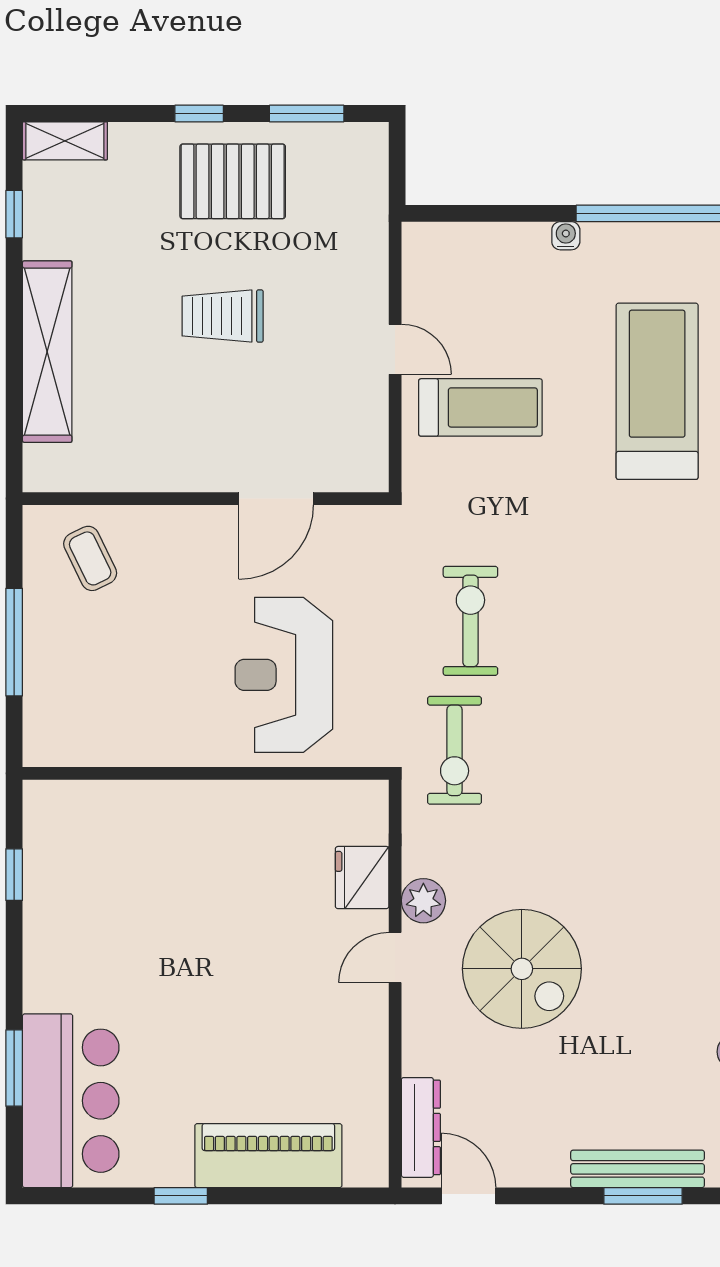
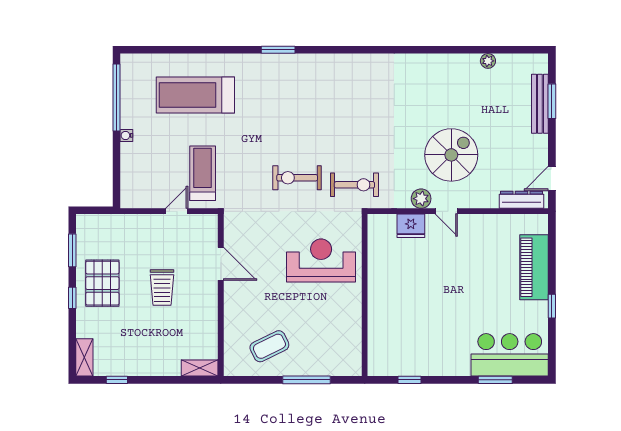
shelving: (47, 352) -> (200, 368), width x0.45, depth x0.75
wall: (206, 499) -> (221, 295), moved
door: (276, 499) -> (221, 264), moved
coffee table: (90, 558) -> (269, 346), width x1.36, depth x1.30
reception desk: (284, 675) -> (321, 260), turned 180

